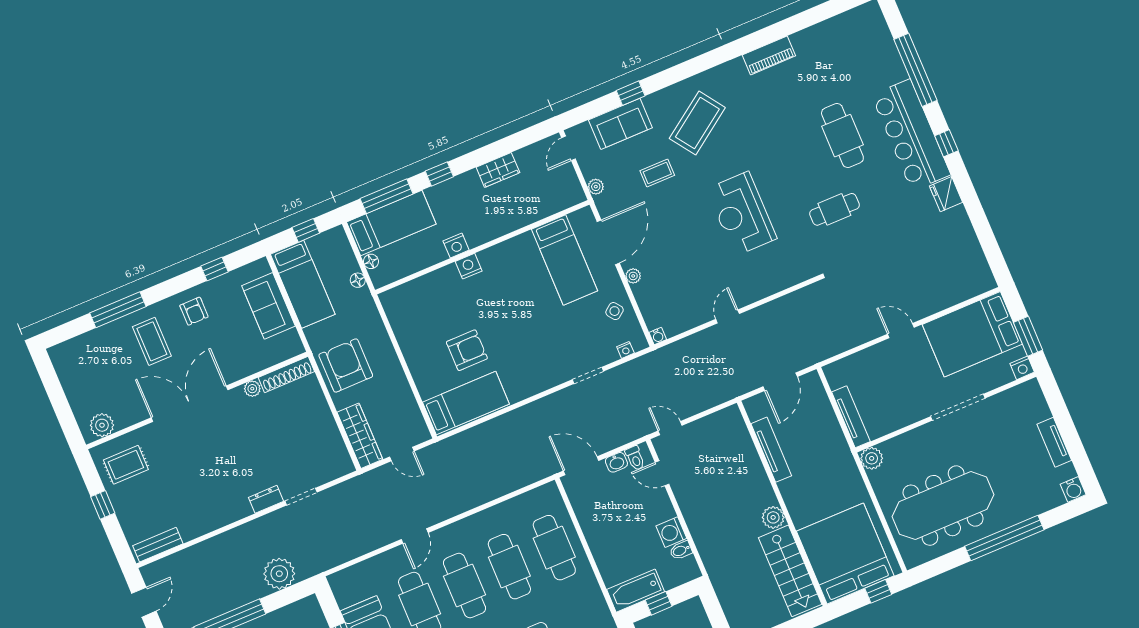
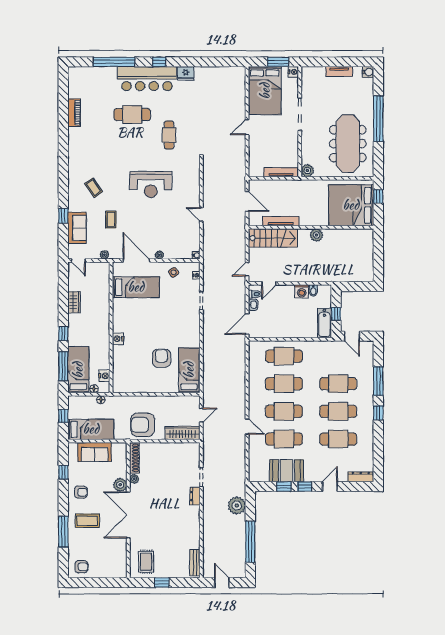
piano: (769, 55) -> (74, 113), moved
coffee table: (697, 123) -> (94, 188), width x0.54, depth x0.58
nightstand: (456, 245) -> (104, 376), moved
armchair: (73, 363) -> (81, 567), added
plant: (102, 425) -> (120, 485), moved
stairs: (790, 571) -> (273, 238), moved

